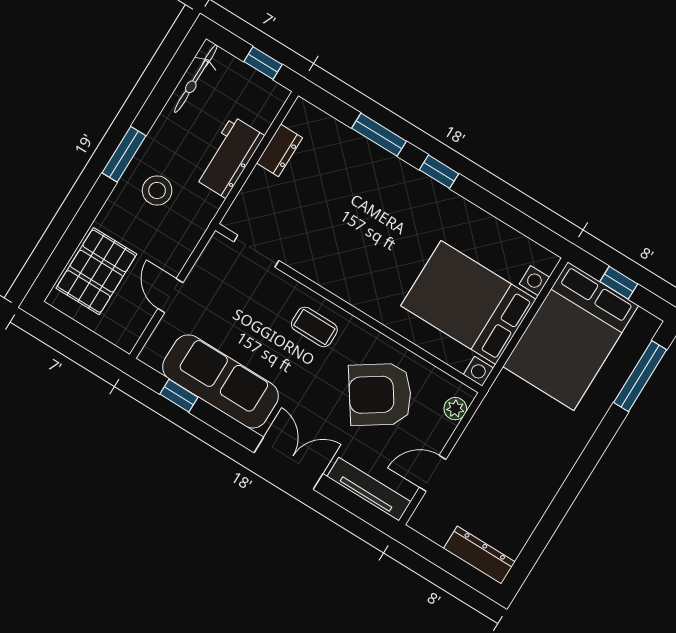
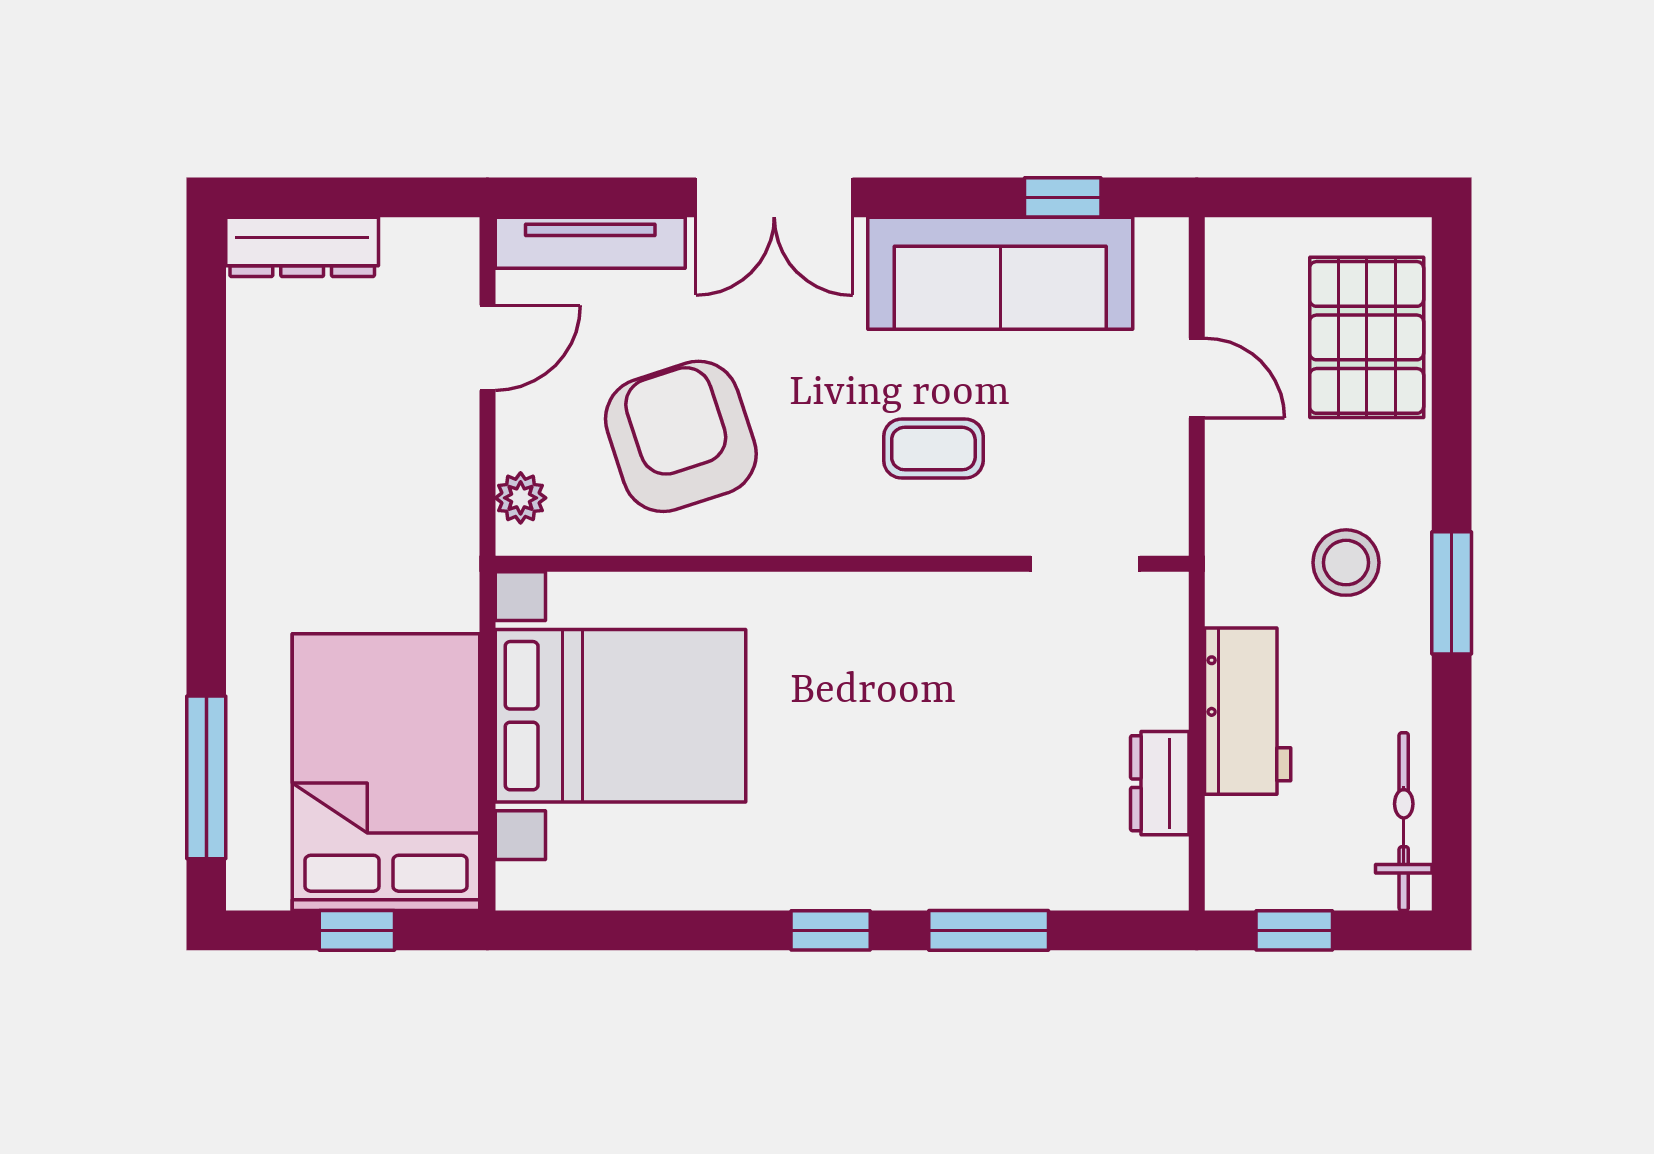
coffee table: (314, 327) -> (933, 449), moved
armchair: (380, 394) -> (681, 436), turned -74

